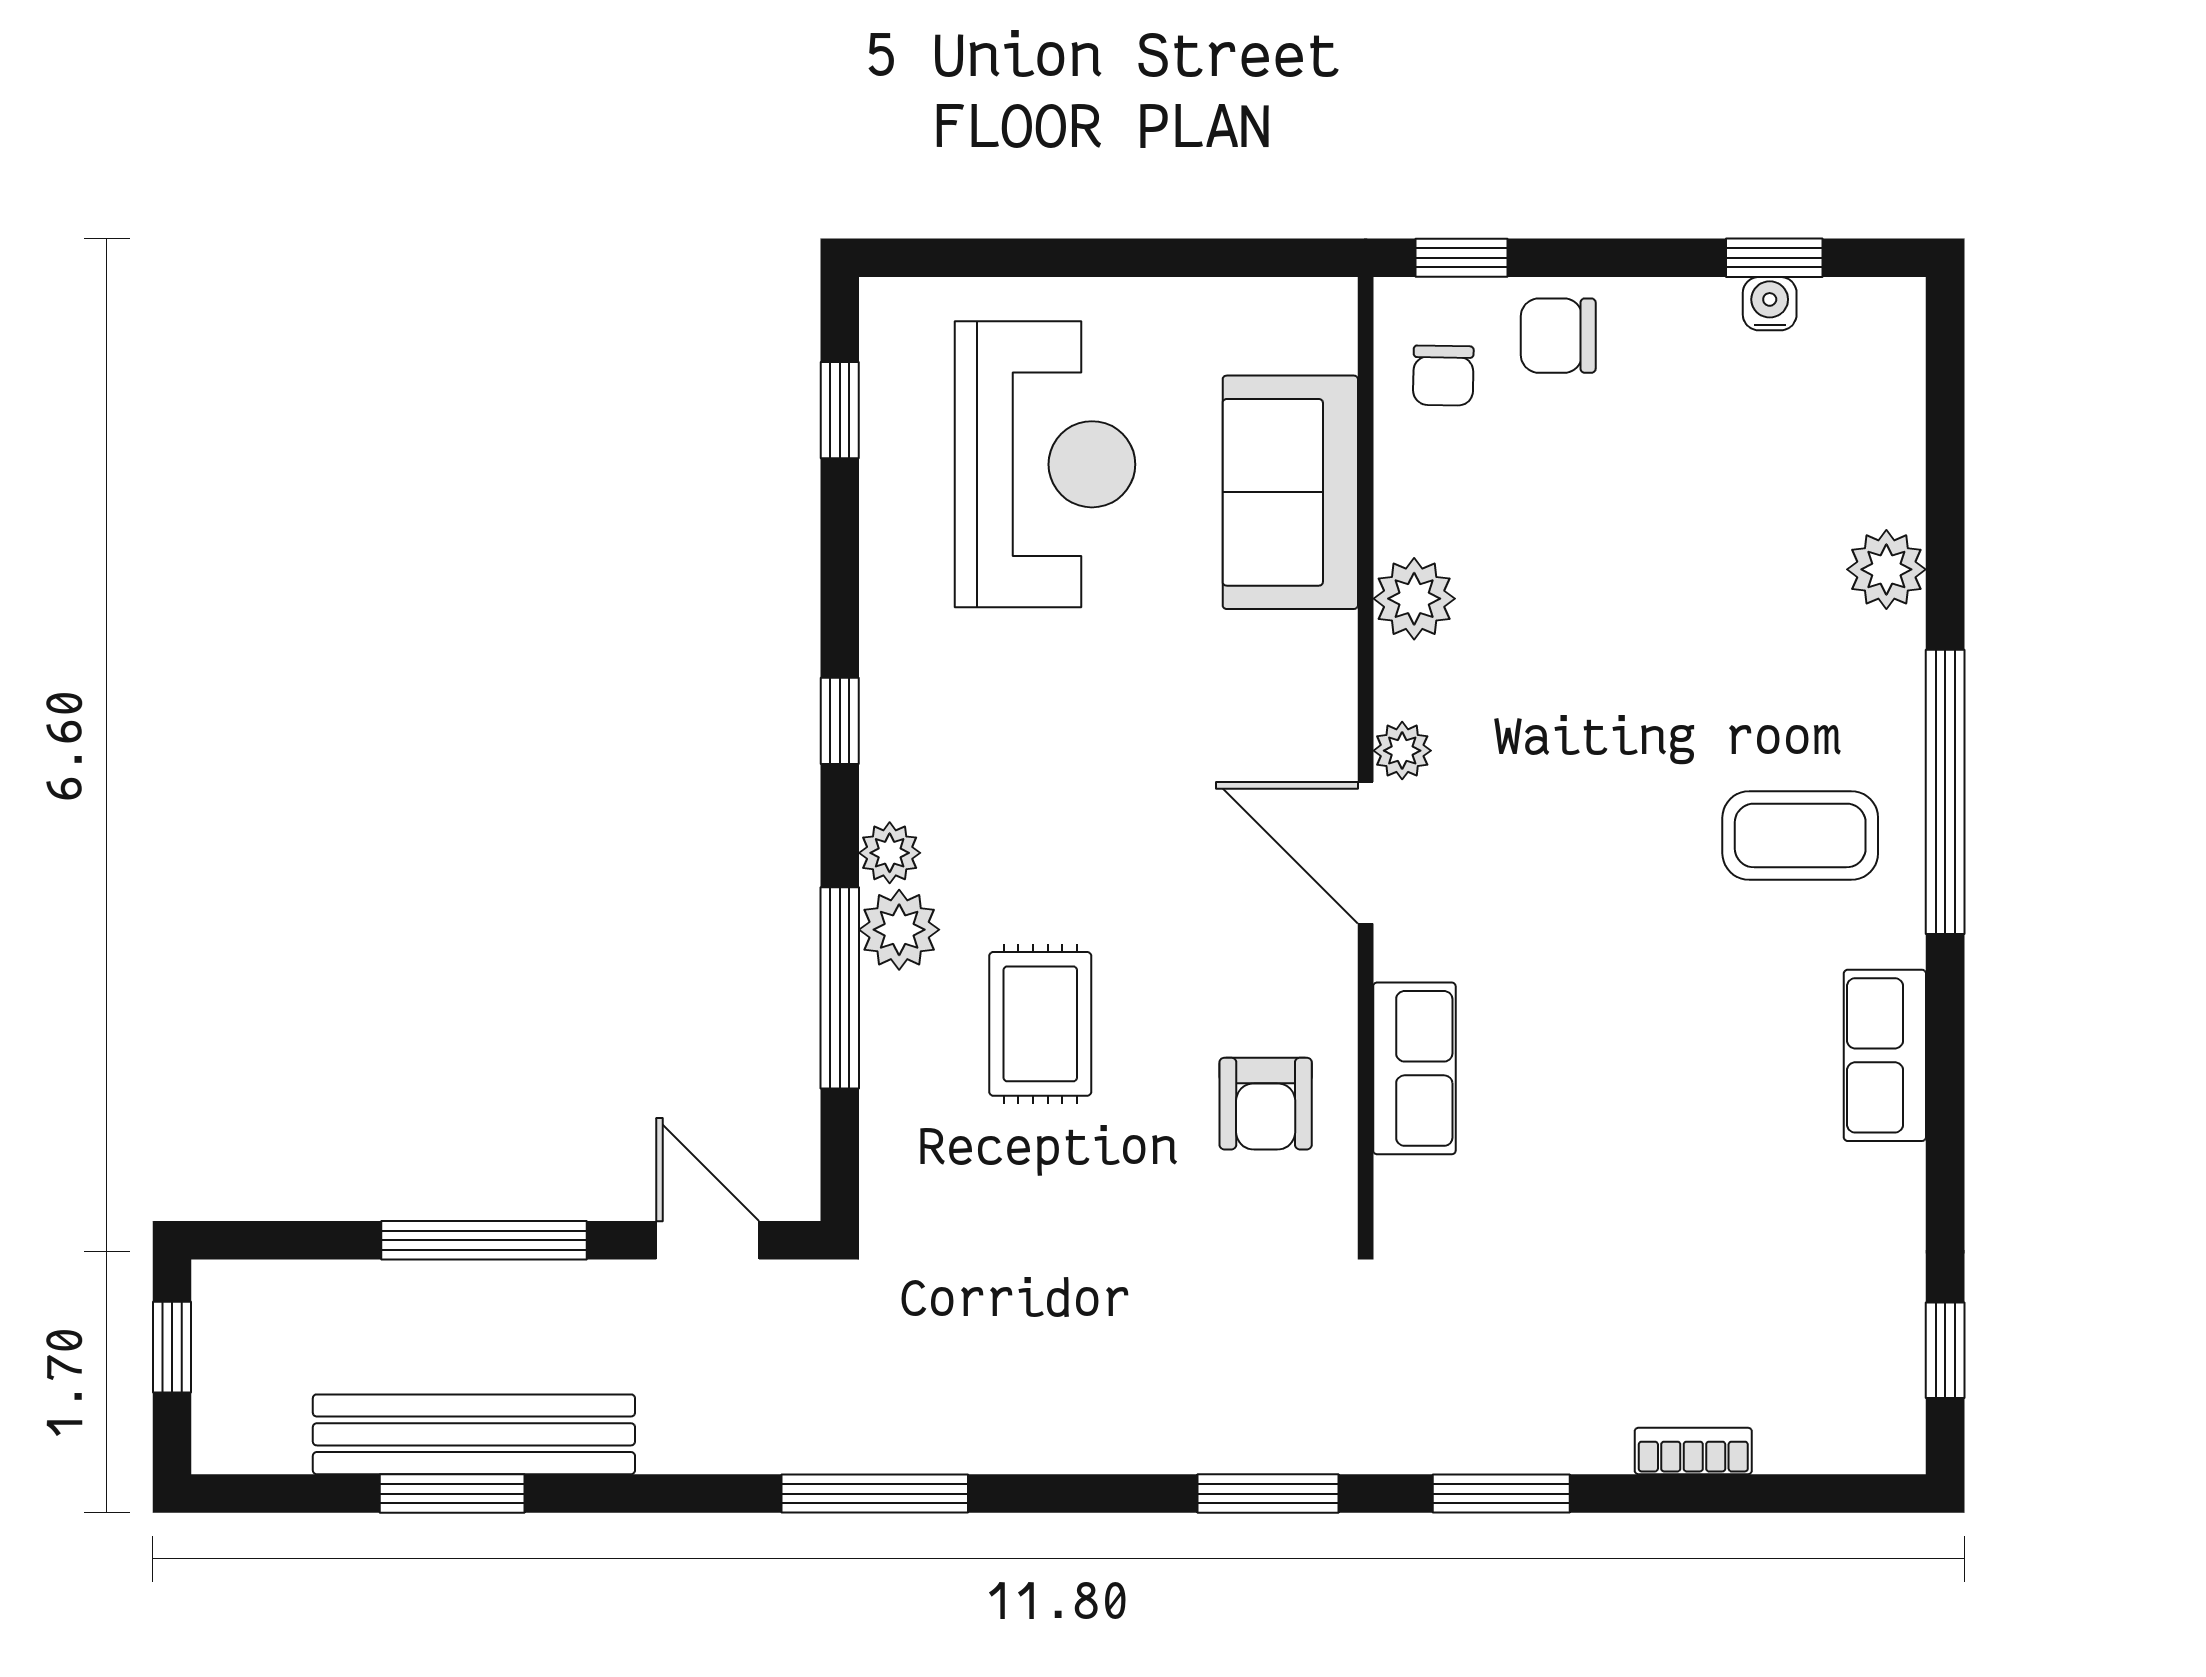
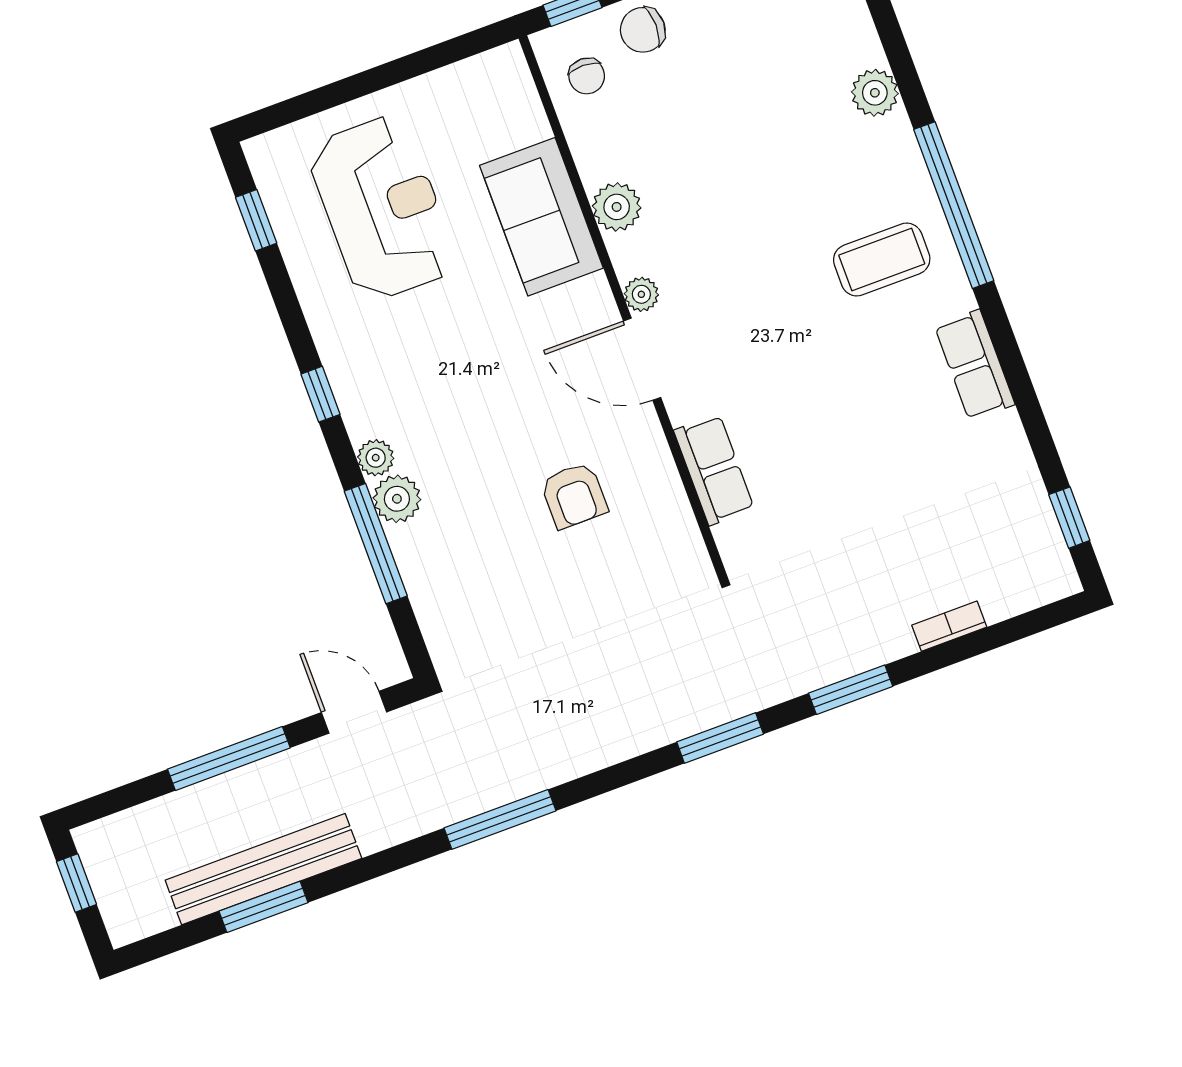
sofa: (1290, 492) -> (541, 217), moved
rug: (1040, 1024) -> (495, 522), removed
armchair: (1266, 1104) -> (574, 495), moved

